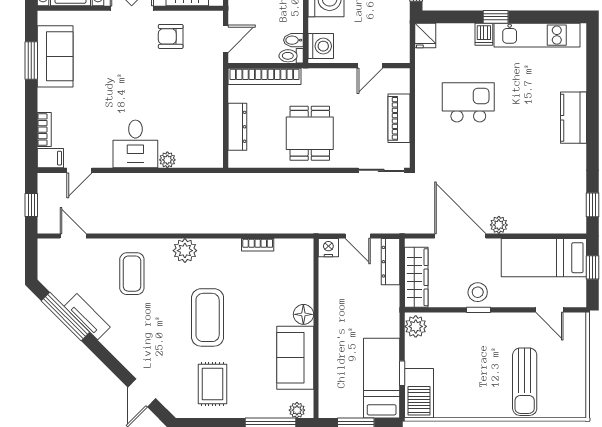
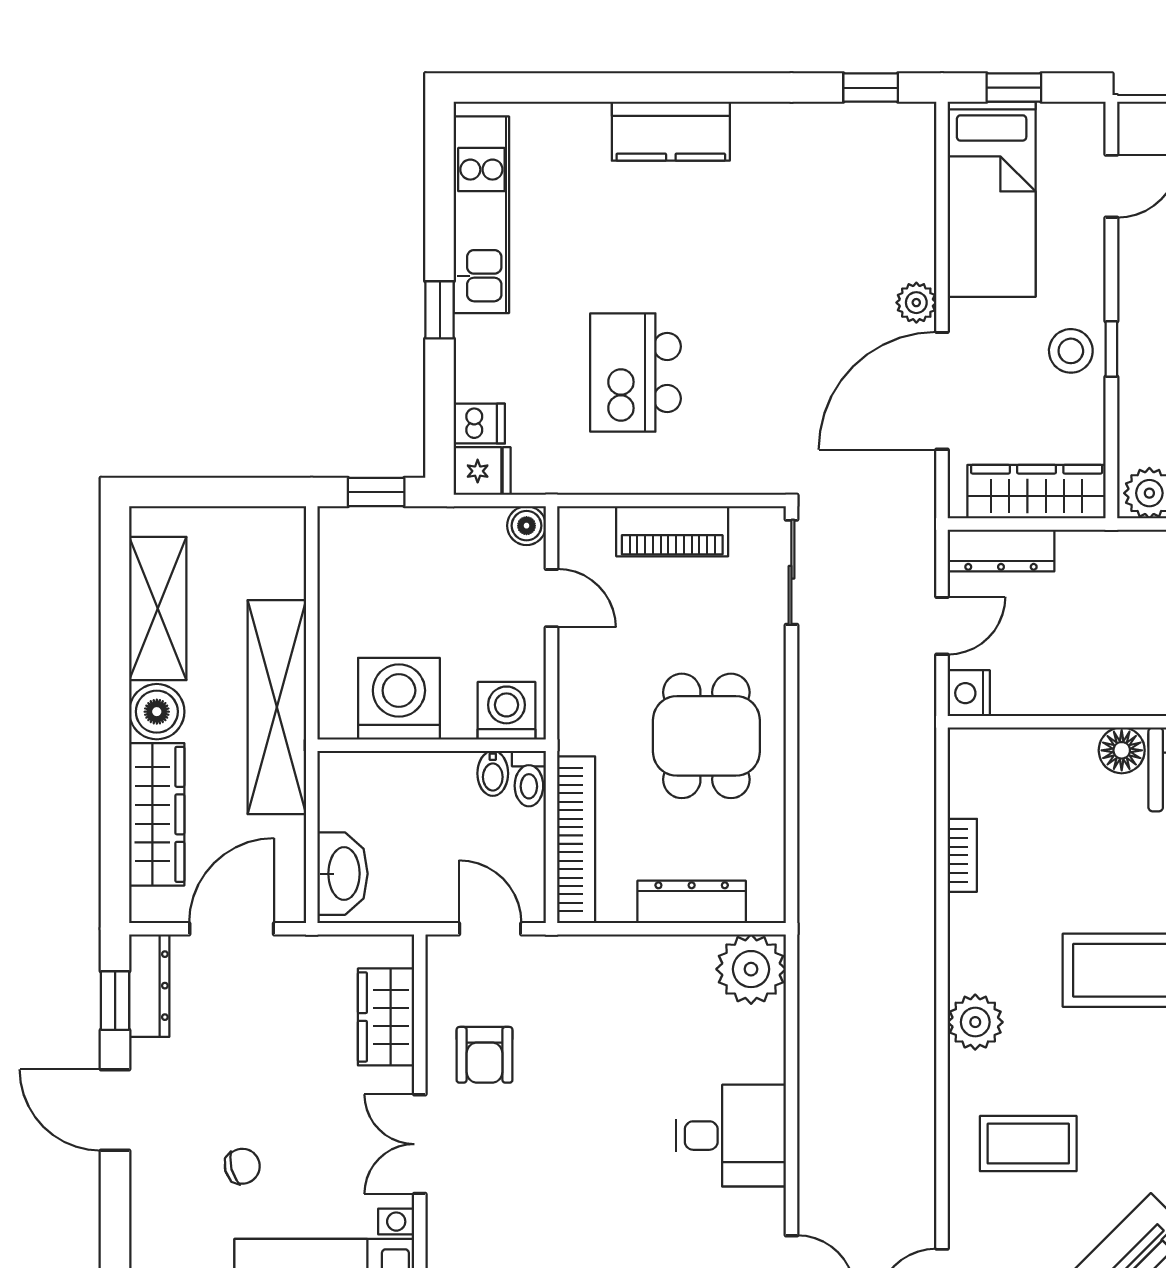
dishwasher: (484, 34) -> (479, 424), moved
boiler: (401, 55) -> (526, 526), added
dining table: (310, 133) -> (706, 736), turned 90
plant: (167, 160) -> (751, 969), moved, width x1.87, depth x1.87

